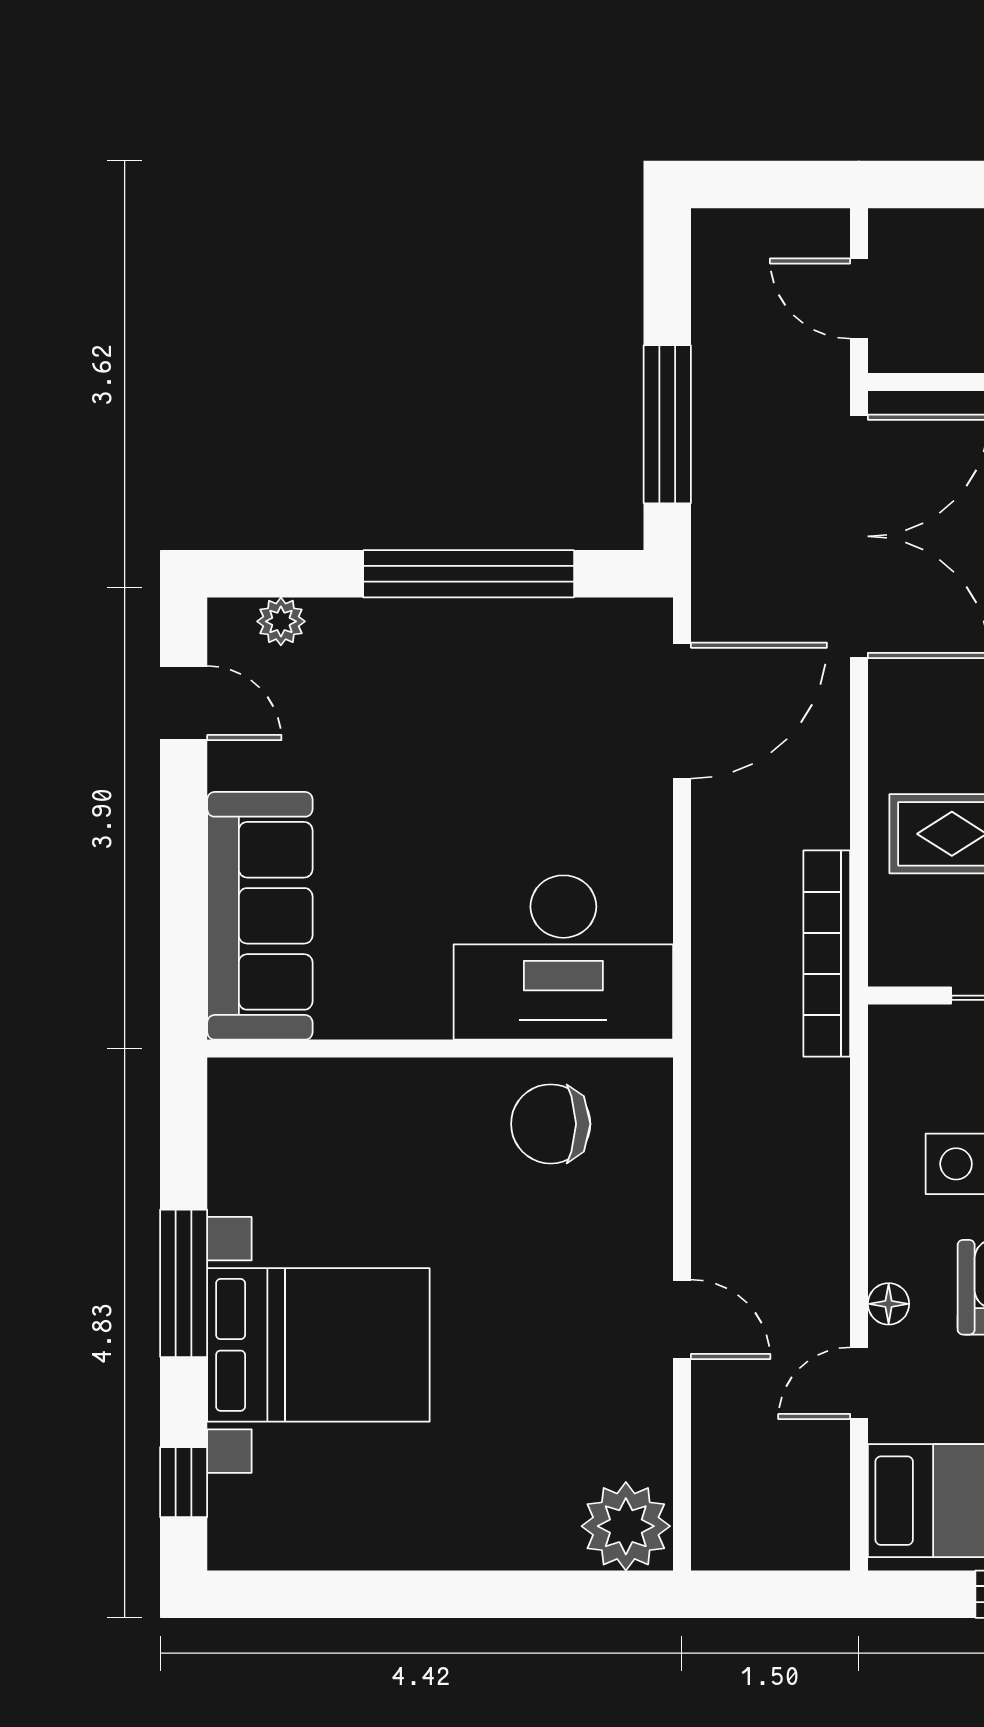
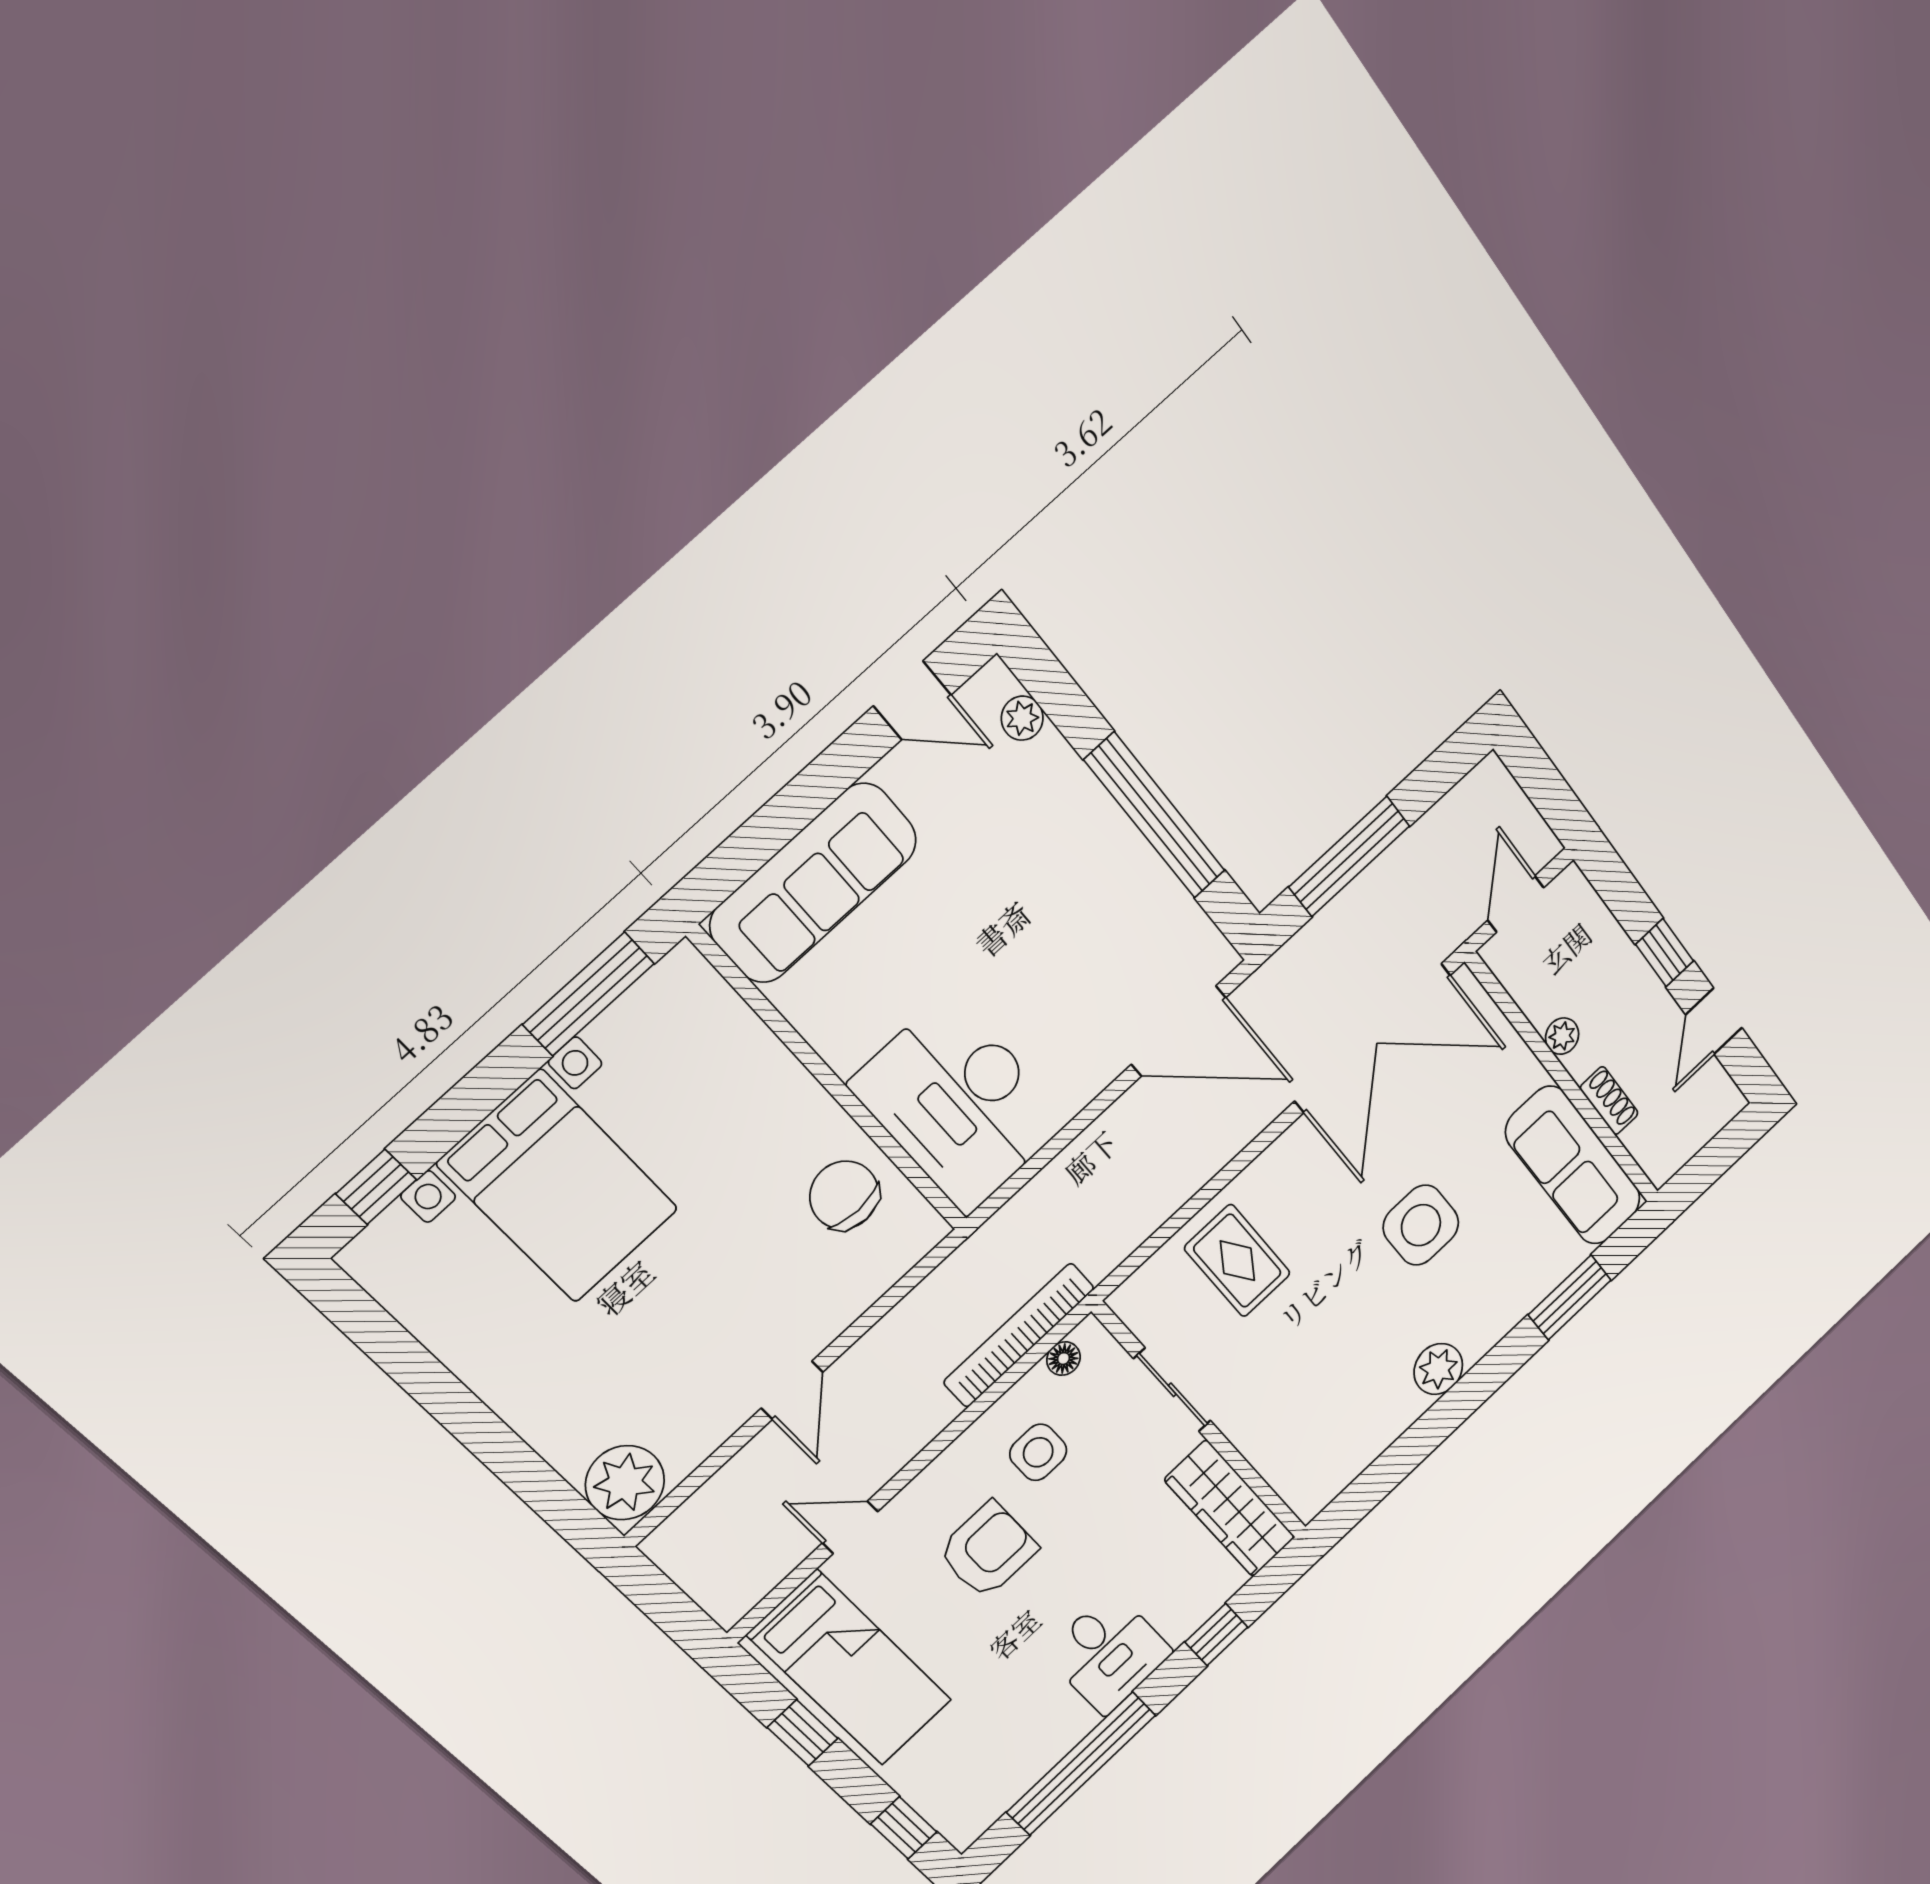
door: (184, 703) -> (912, 700), hinge flipped
bookcase: (827, 954) -> (1019, 1335), moved
window: (184, 1283) -> (589, 994), moved
floor lamp: (889, 1304) -> (1063, 1359), moved

